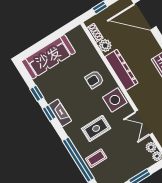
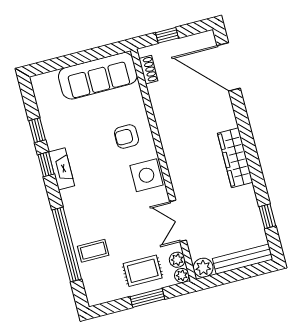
plant: (105, 46) -> (157, 92), removed
sofa: (48, 57) -> (98, 76), moved
dresser: (121, 70) -> (170, 135), removed
rug: (96, 128) -> (143, 271), moved

